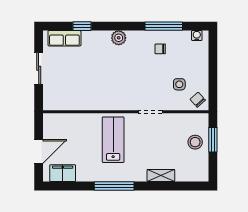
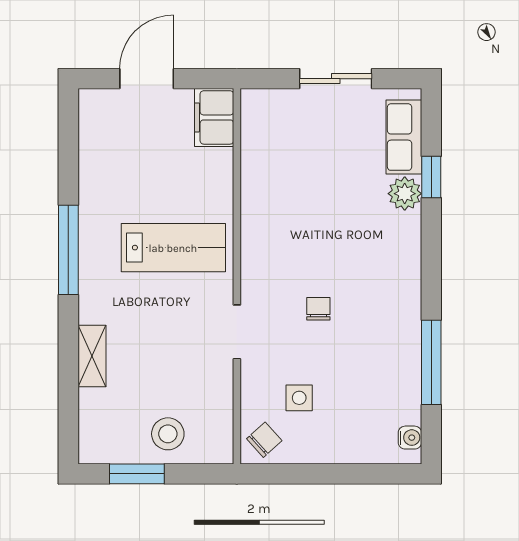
plant: (119, 38) -> (405, 194), moved
chair: (160, 49) -> (318, 309), moved
window: (213, 140) -> (137, 474), moved
door: (39, 151) -> (147, 79), swing flipped
filing cabinet: (63, 173) -> (214, 117), moved, turned 180

